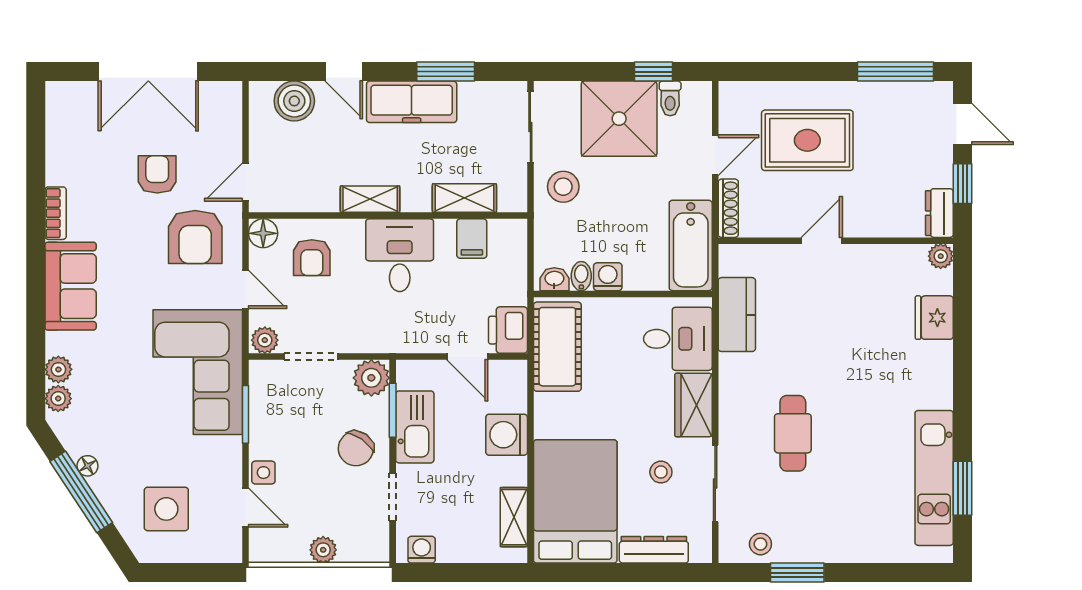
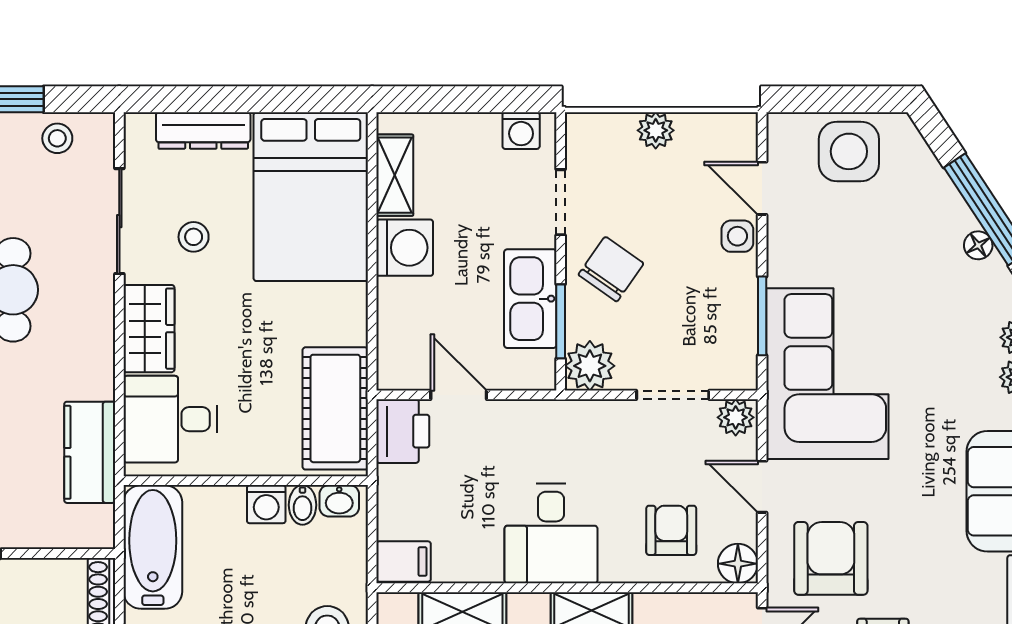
filing cabinet: (472, 239) -> (404, 562), moved, turned 90
washing machine: (507, 435) -> (405, 248), moved
side table: (166, 509) -> (849, 151), moved

